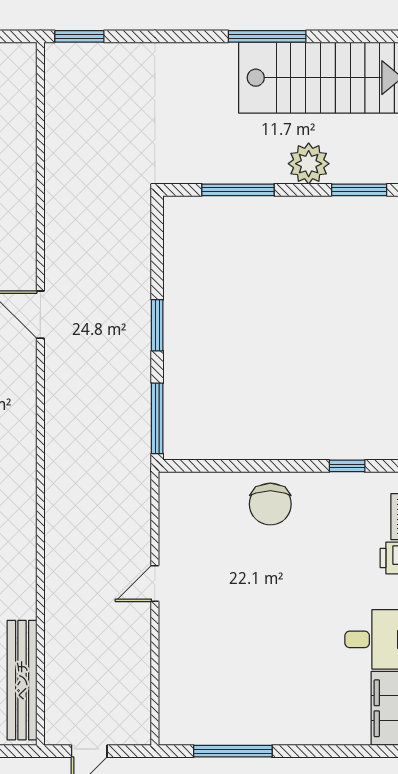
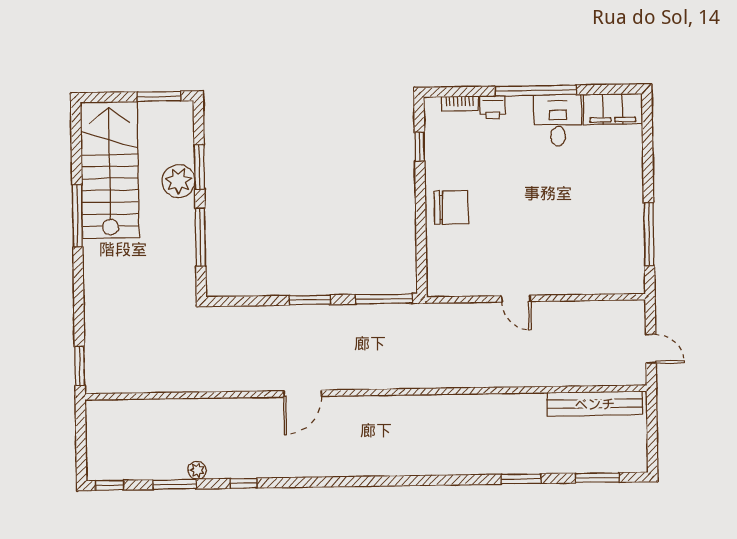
window: (359, 190) -> (199, 167), moved

